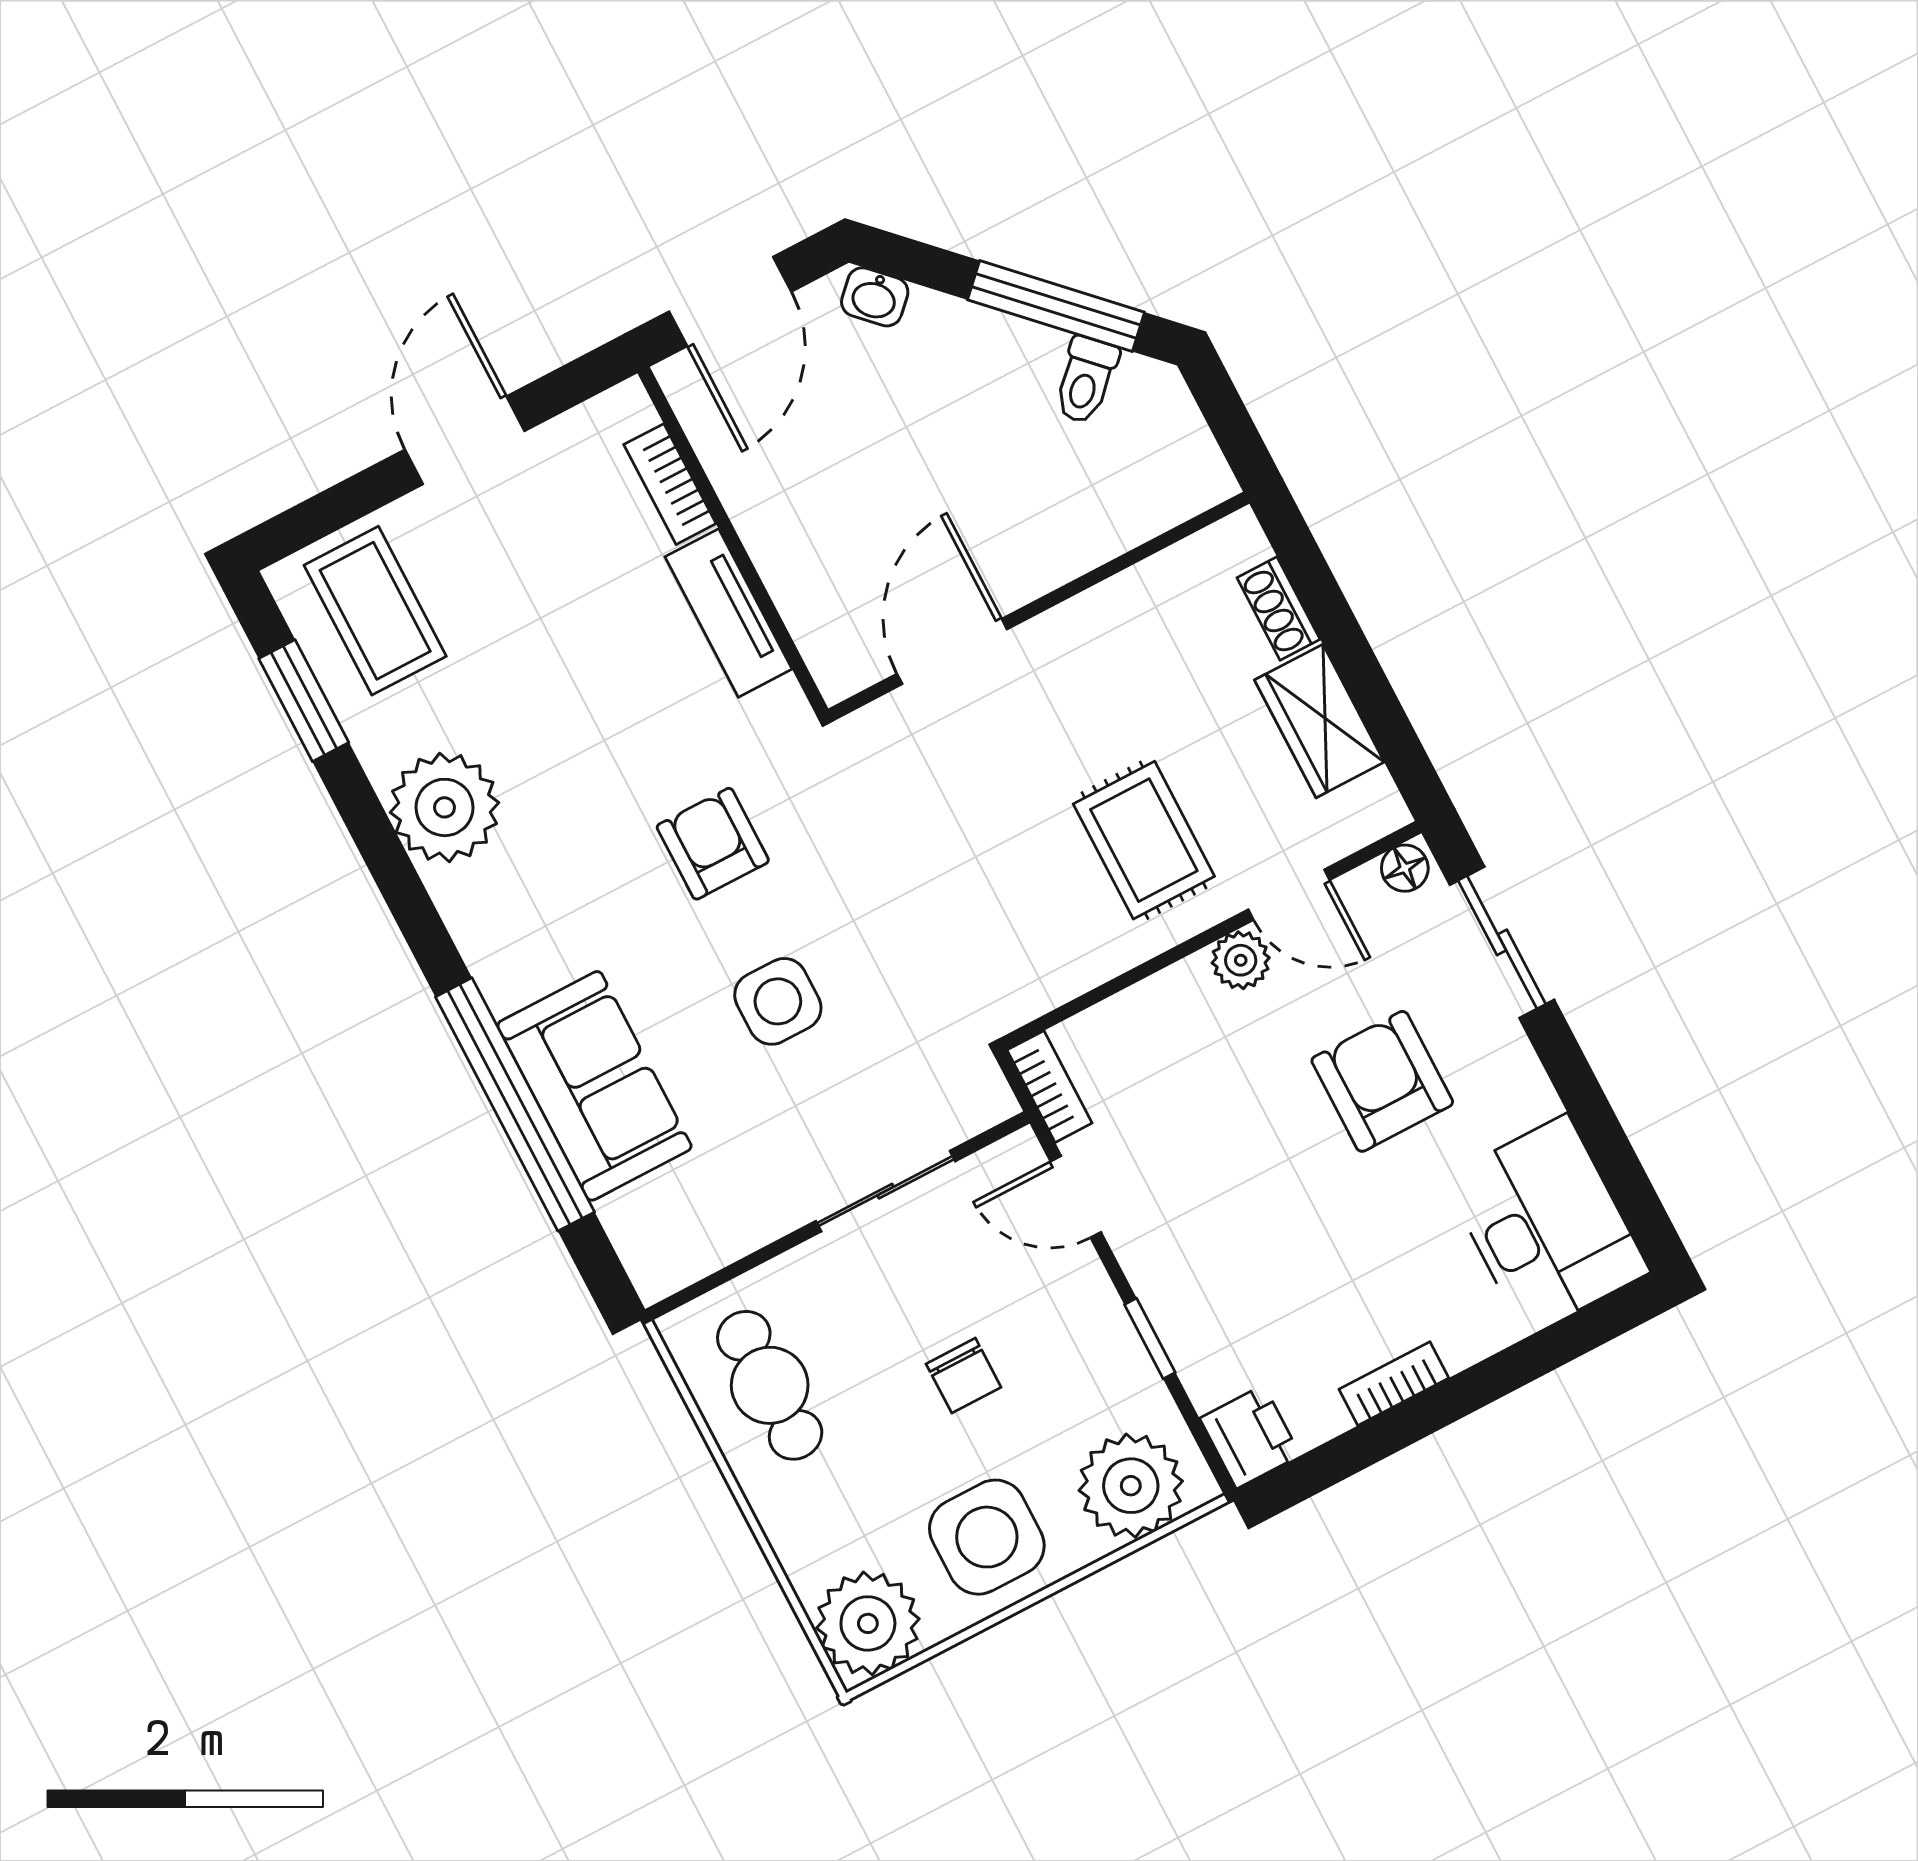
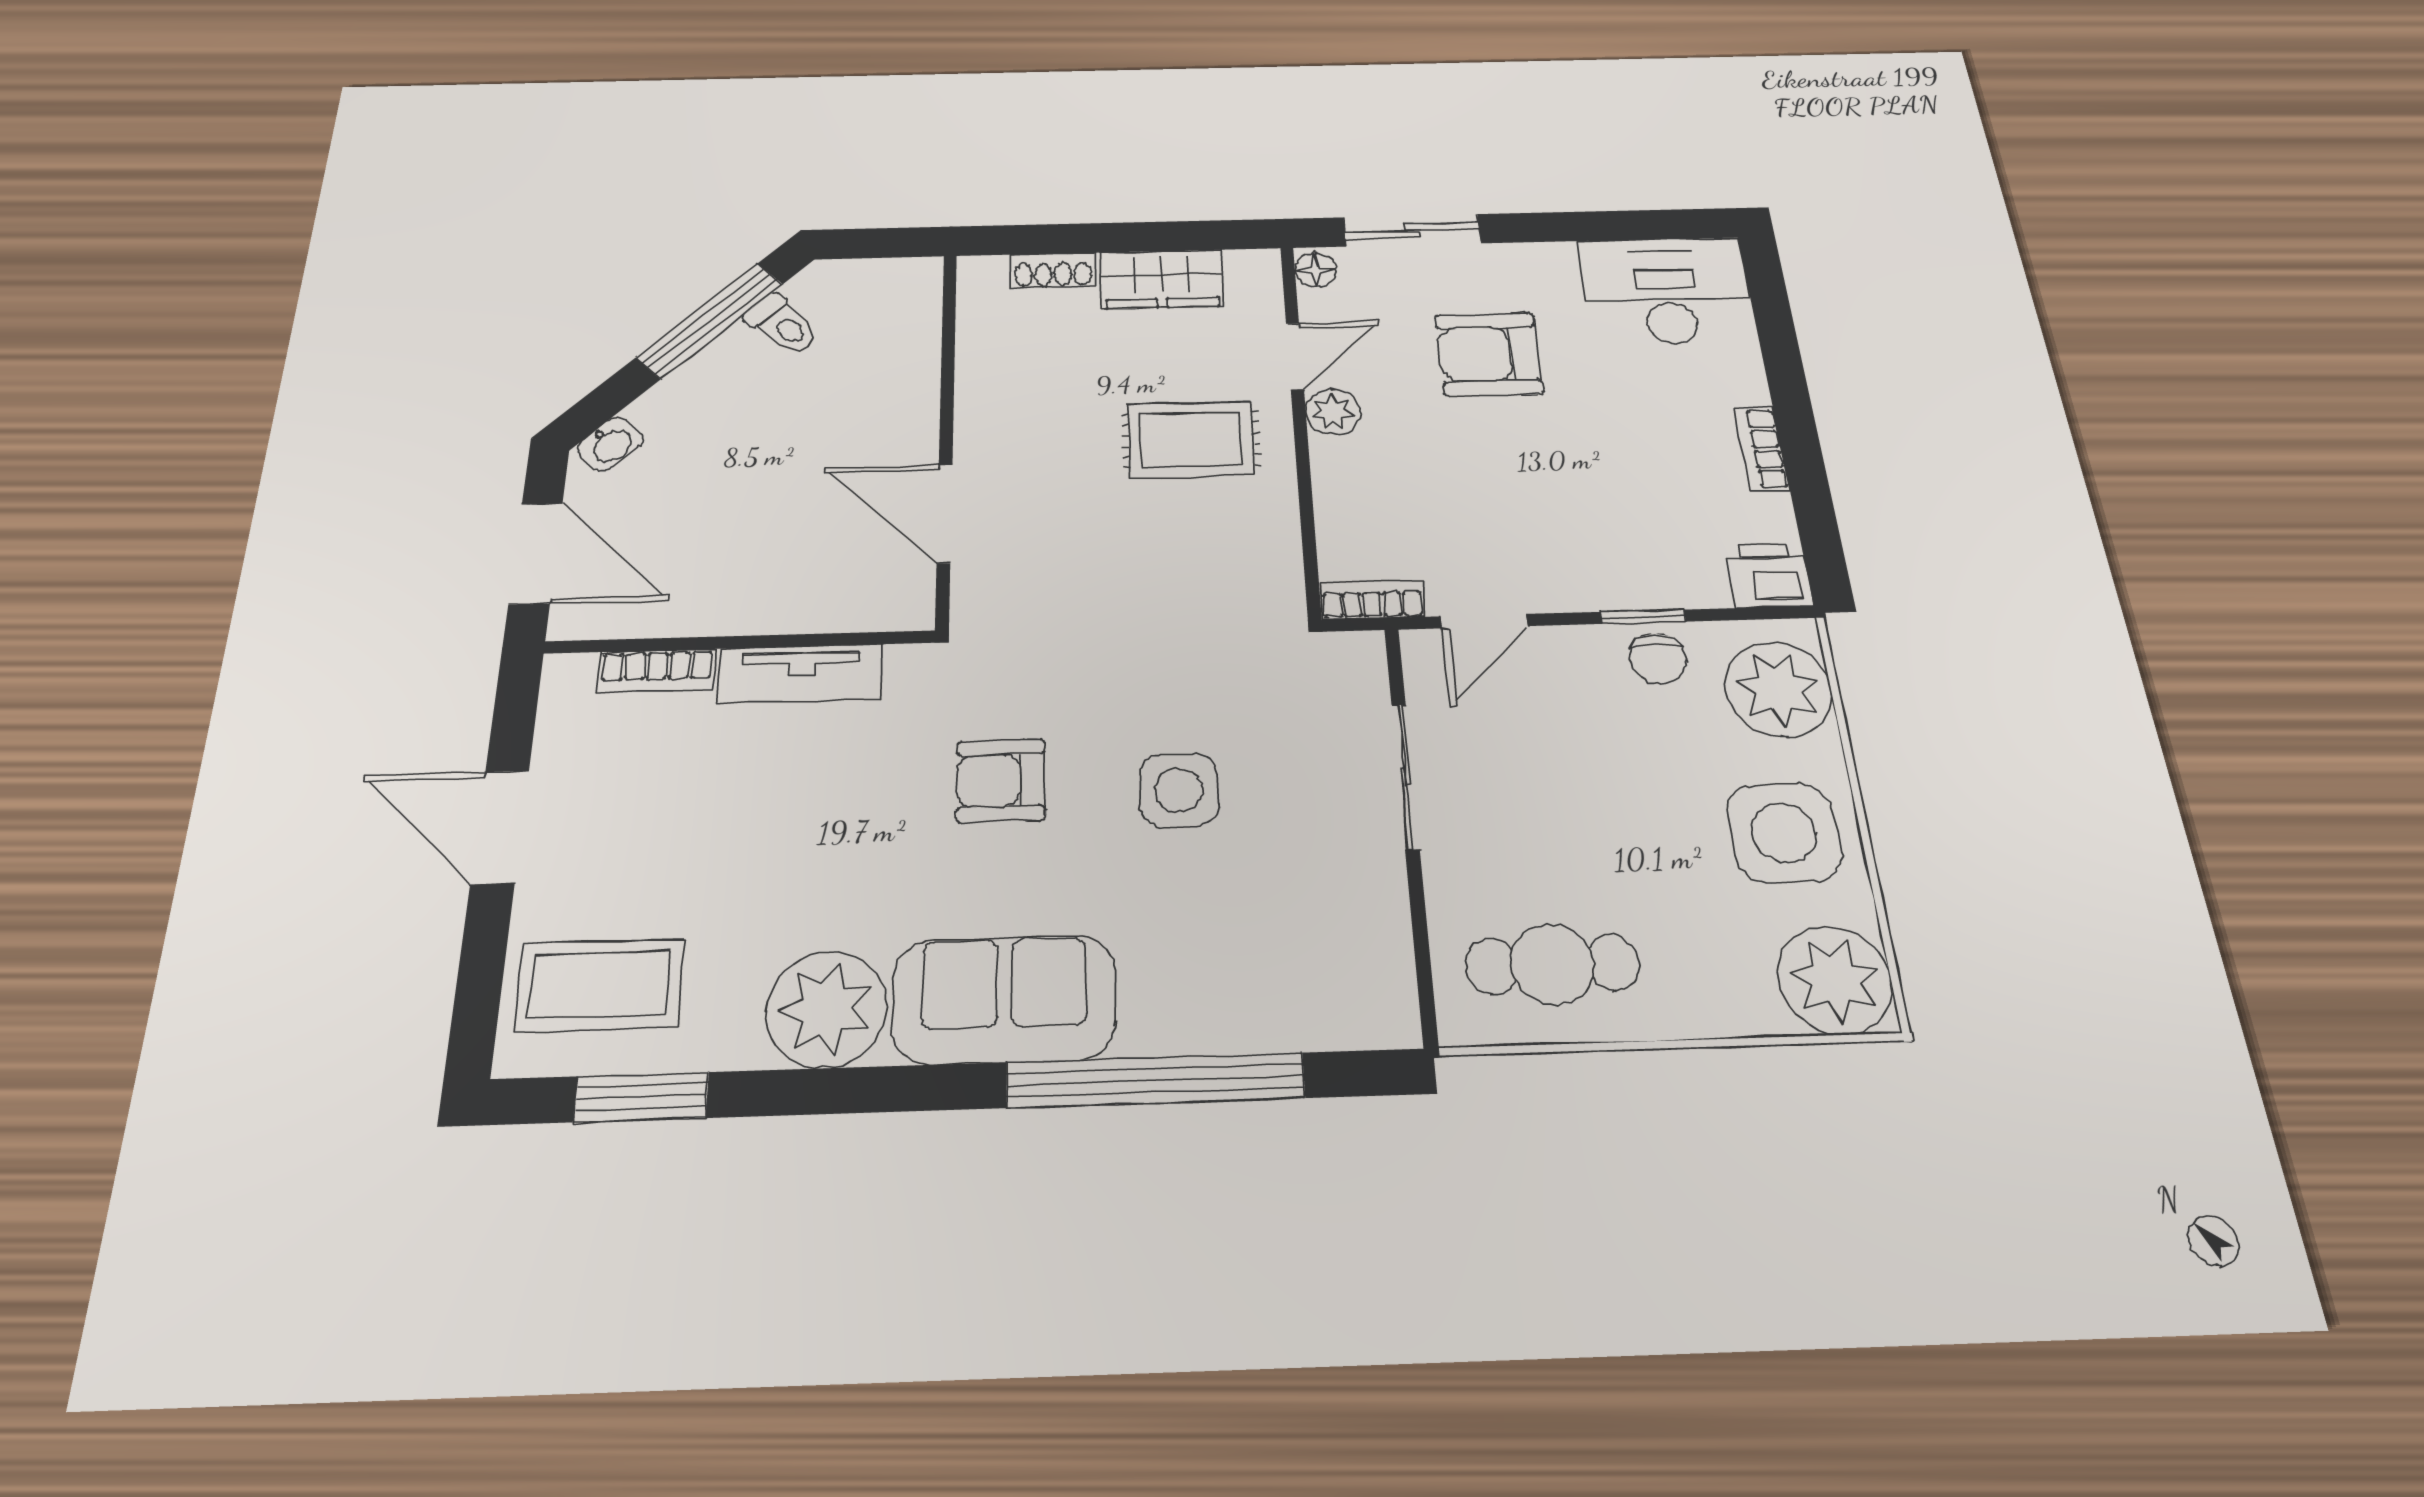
sofa: (594, 1086) -> (1004, 999), moved
chair: (964, 1376) -> (1658, 658), moved, turned 90

